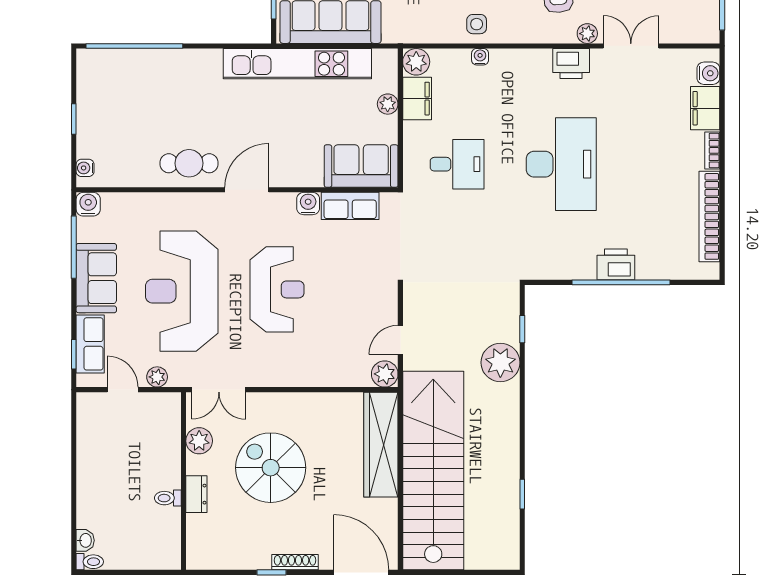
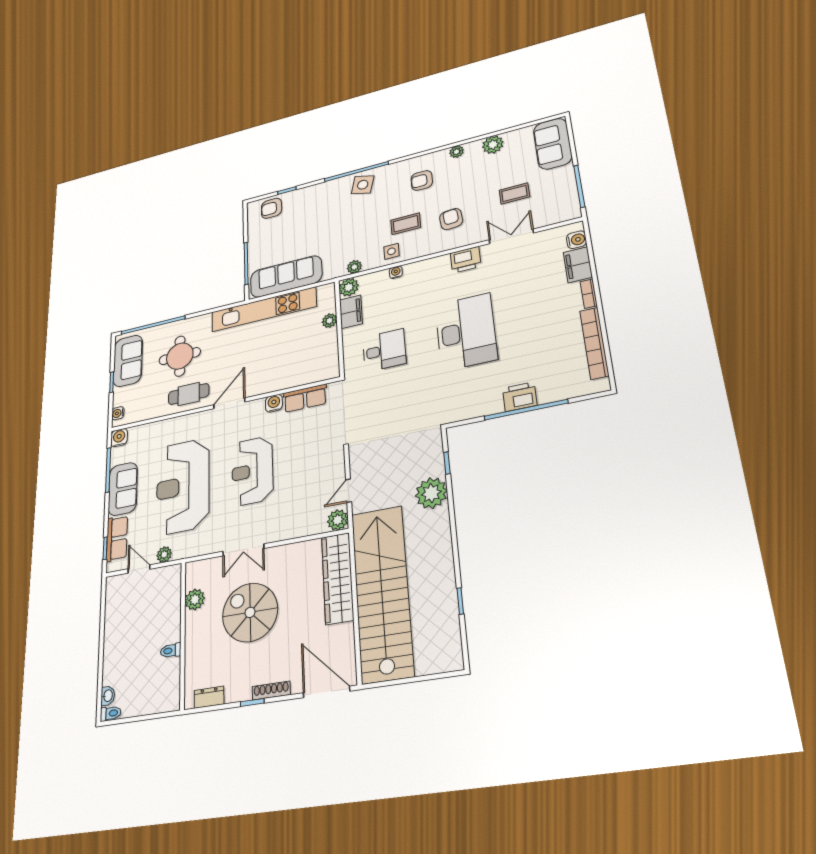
plant: (587, 34) -> (354, 267), moved
round table: (176, 104) -> (180, 356), added
sofa: (361, 166) -> (128, 361), moved, turned 90
reception desk: (277, 289) -> (252, 471), turned 180
double door: (219, 390) -> (243, 550), moved
dresser: (196, 494) -> (209, 697), moved, turned -90

